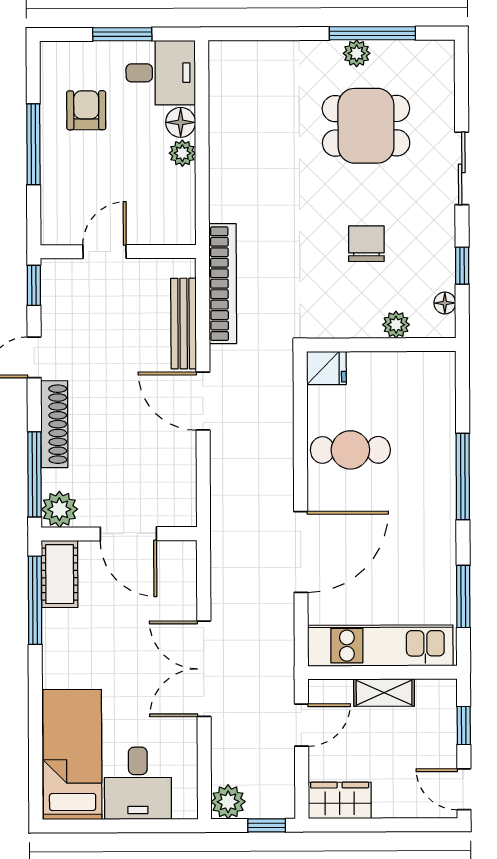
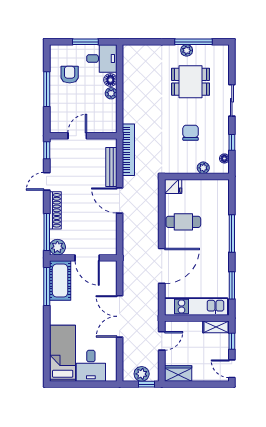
cot: (60, 574) -> (60, 280), width x1.37, depth x1.34
shelving: (384, 693) -> (216, 327), moved
plant: (228, 802) -> (142, 374), moved

